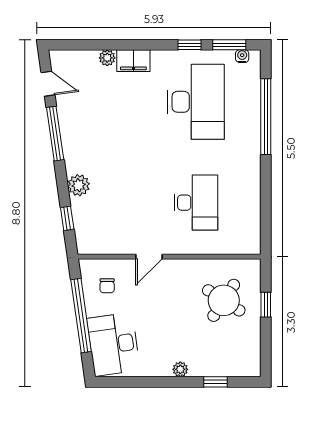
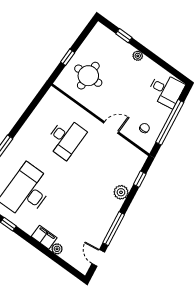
desk: (196, 203) -> (66, 138), turned 180
round table: (224, 300) -> (88, 76), turned -33
desk: (113, 344) -> (166, 90), width x0.73

